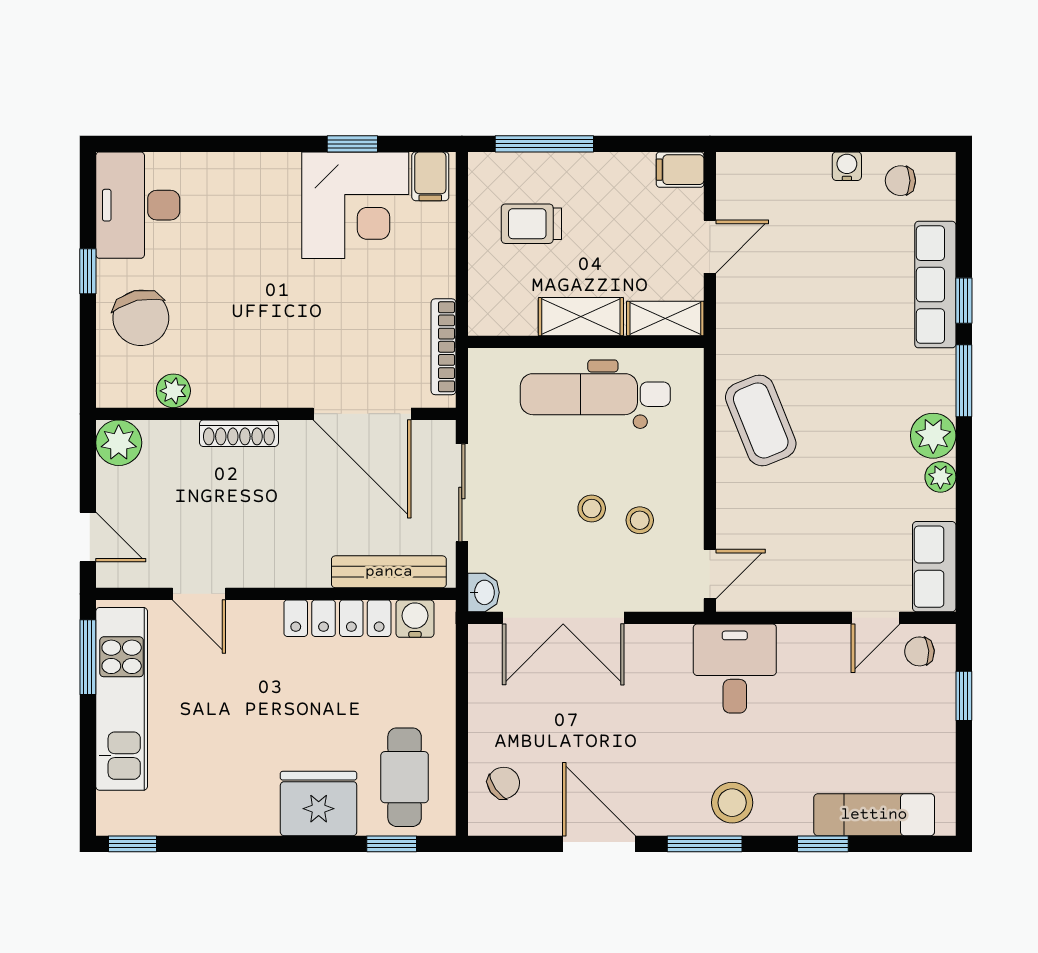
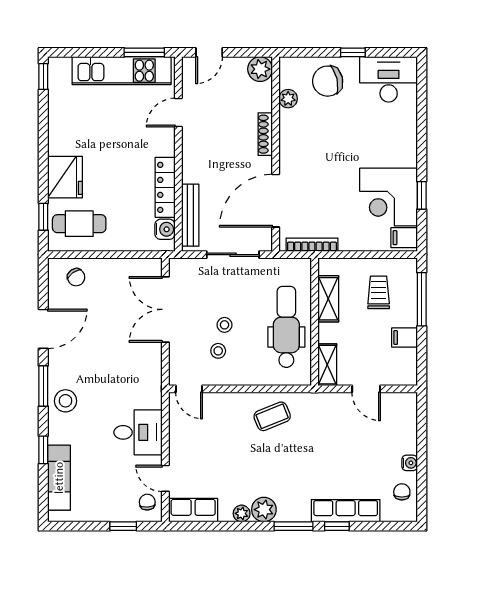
filing cabinet: (680, 170) -> (405, 338), moved, turned -90
shelving: (581, 317) -> (328, 299), moved
coffee table: (761, 420) -> (272, 416), width x0.73, depth x0.77
washbasin: (483, 592) -> (179, 266), removed
desk: (735, 668) -> (138, 432), moved

